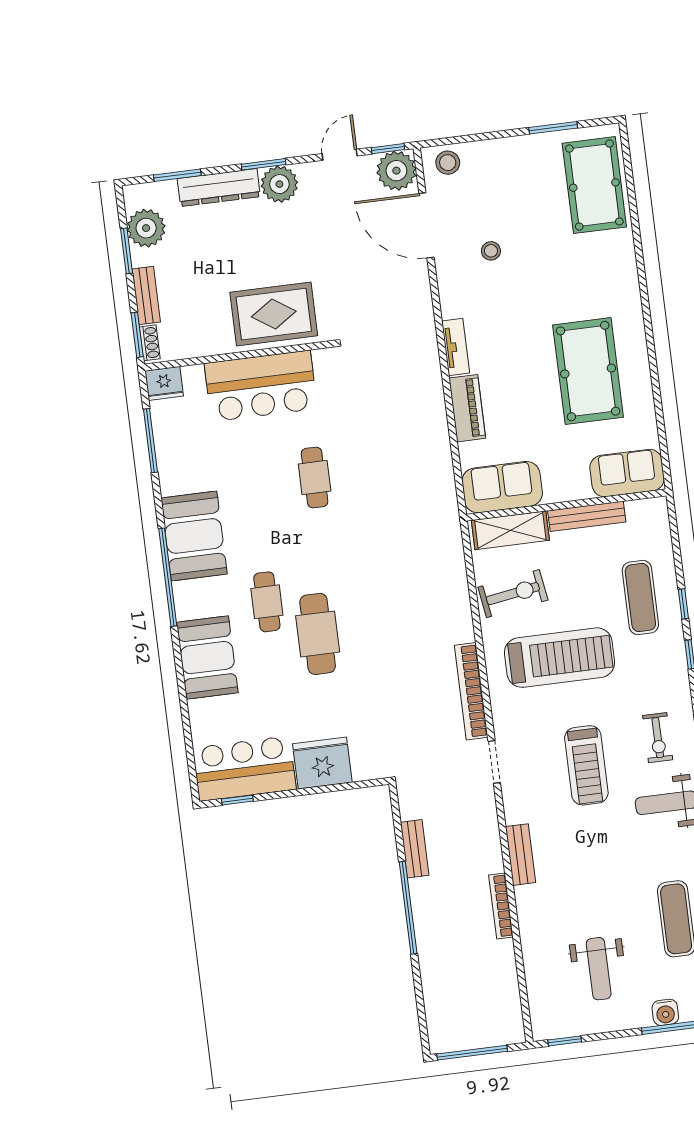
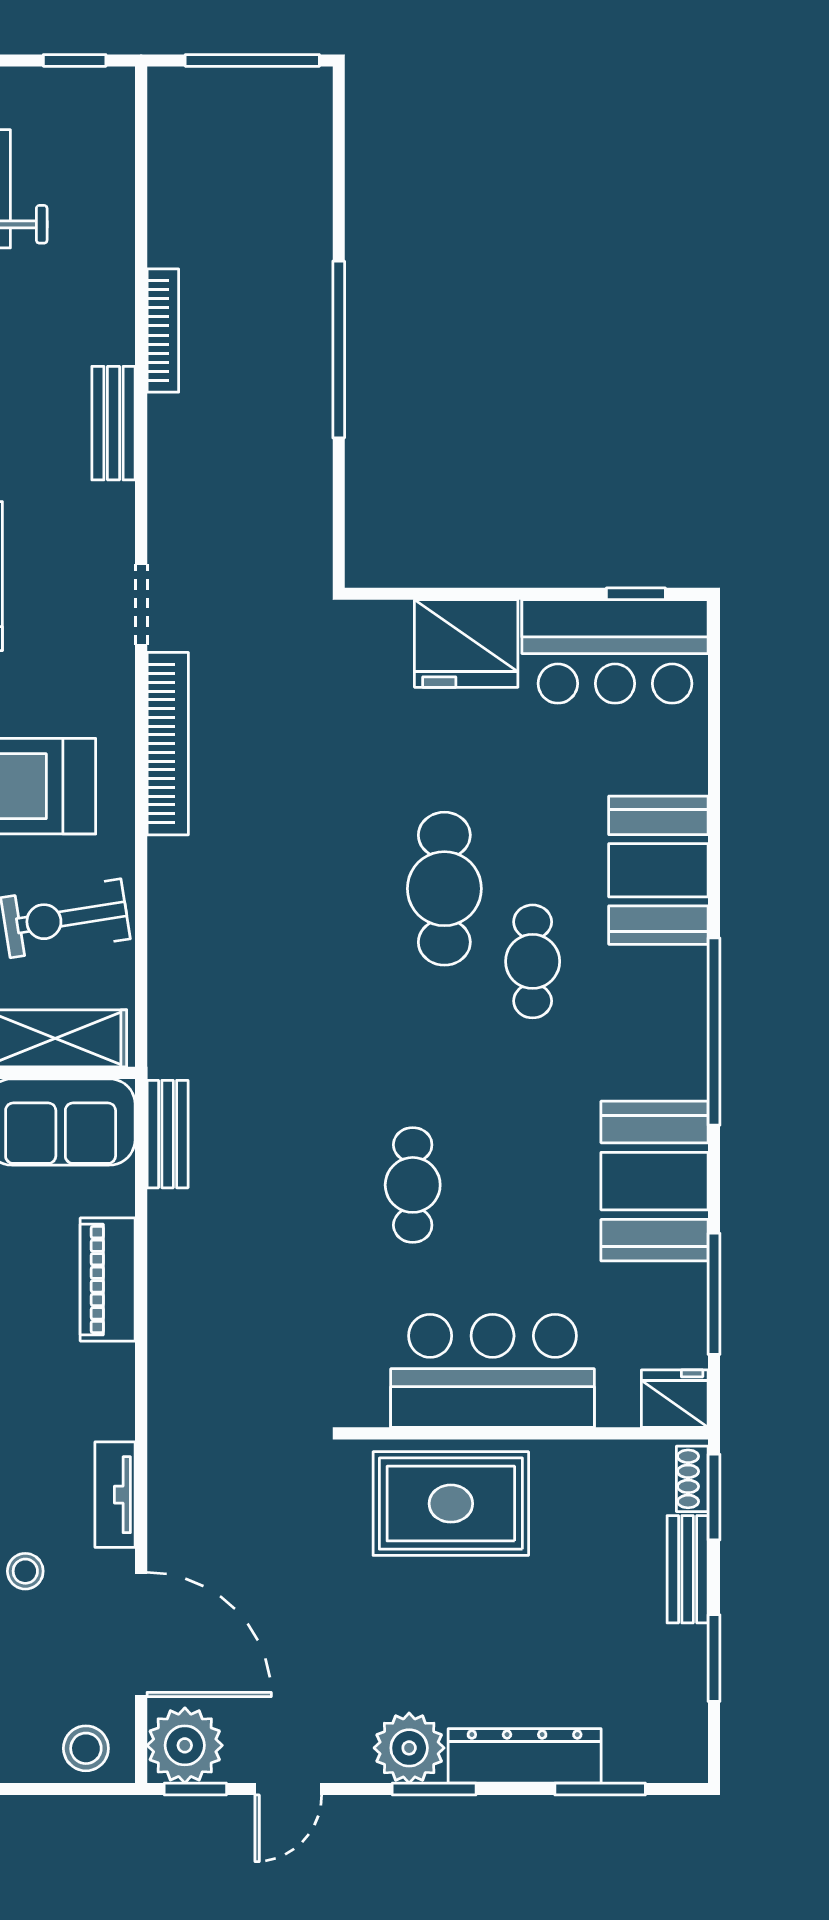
plant: (146, 228) -> (672, 1697), removed
tv unit: (456, 347) -> (115, 1495), moved
booth: (194, 536) -> (655, 1181), moved
bench: (415, 849) -> (168, 1134), moved

